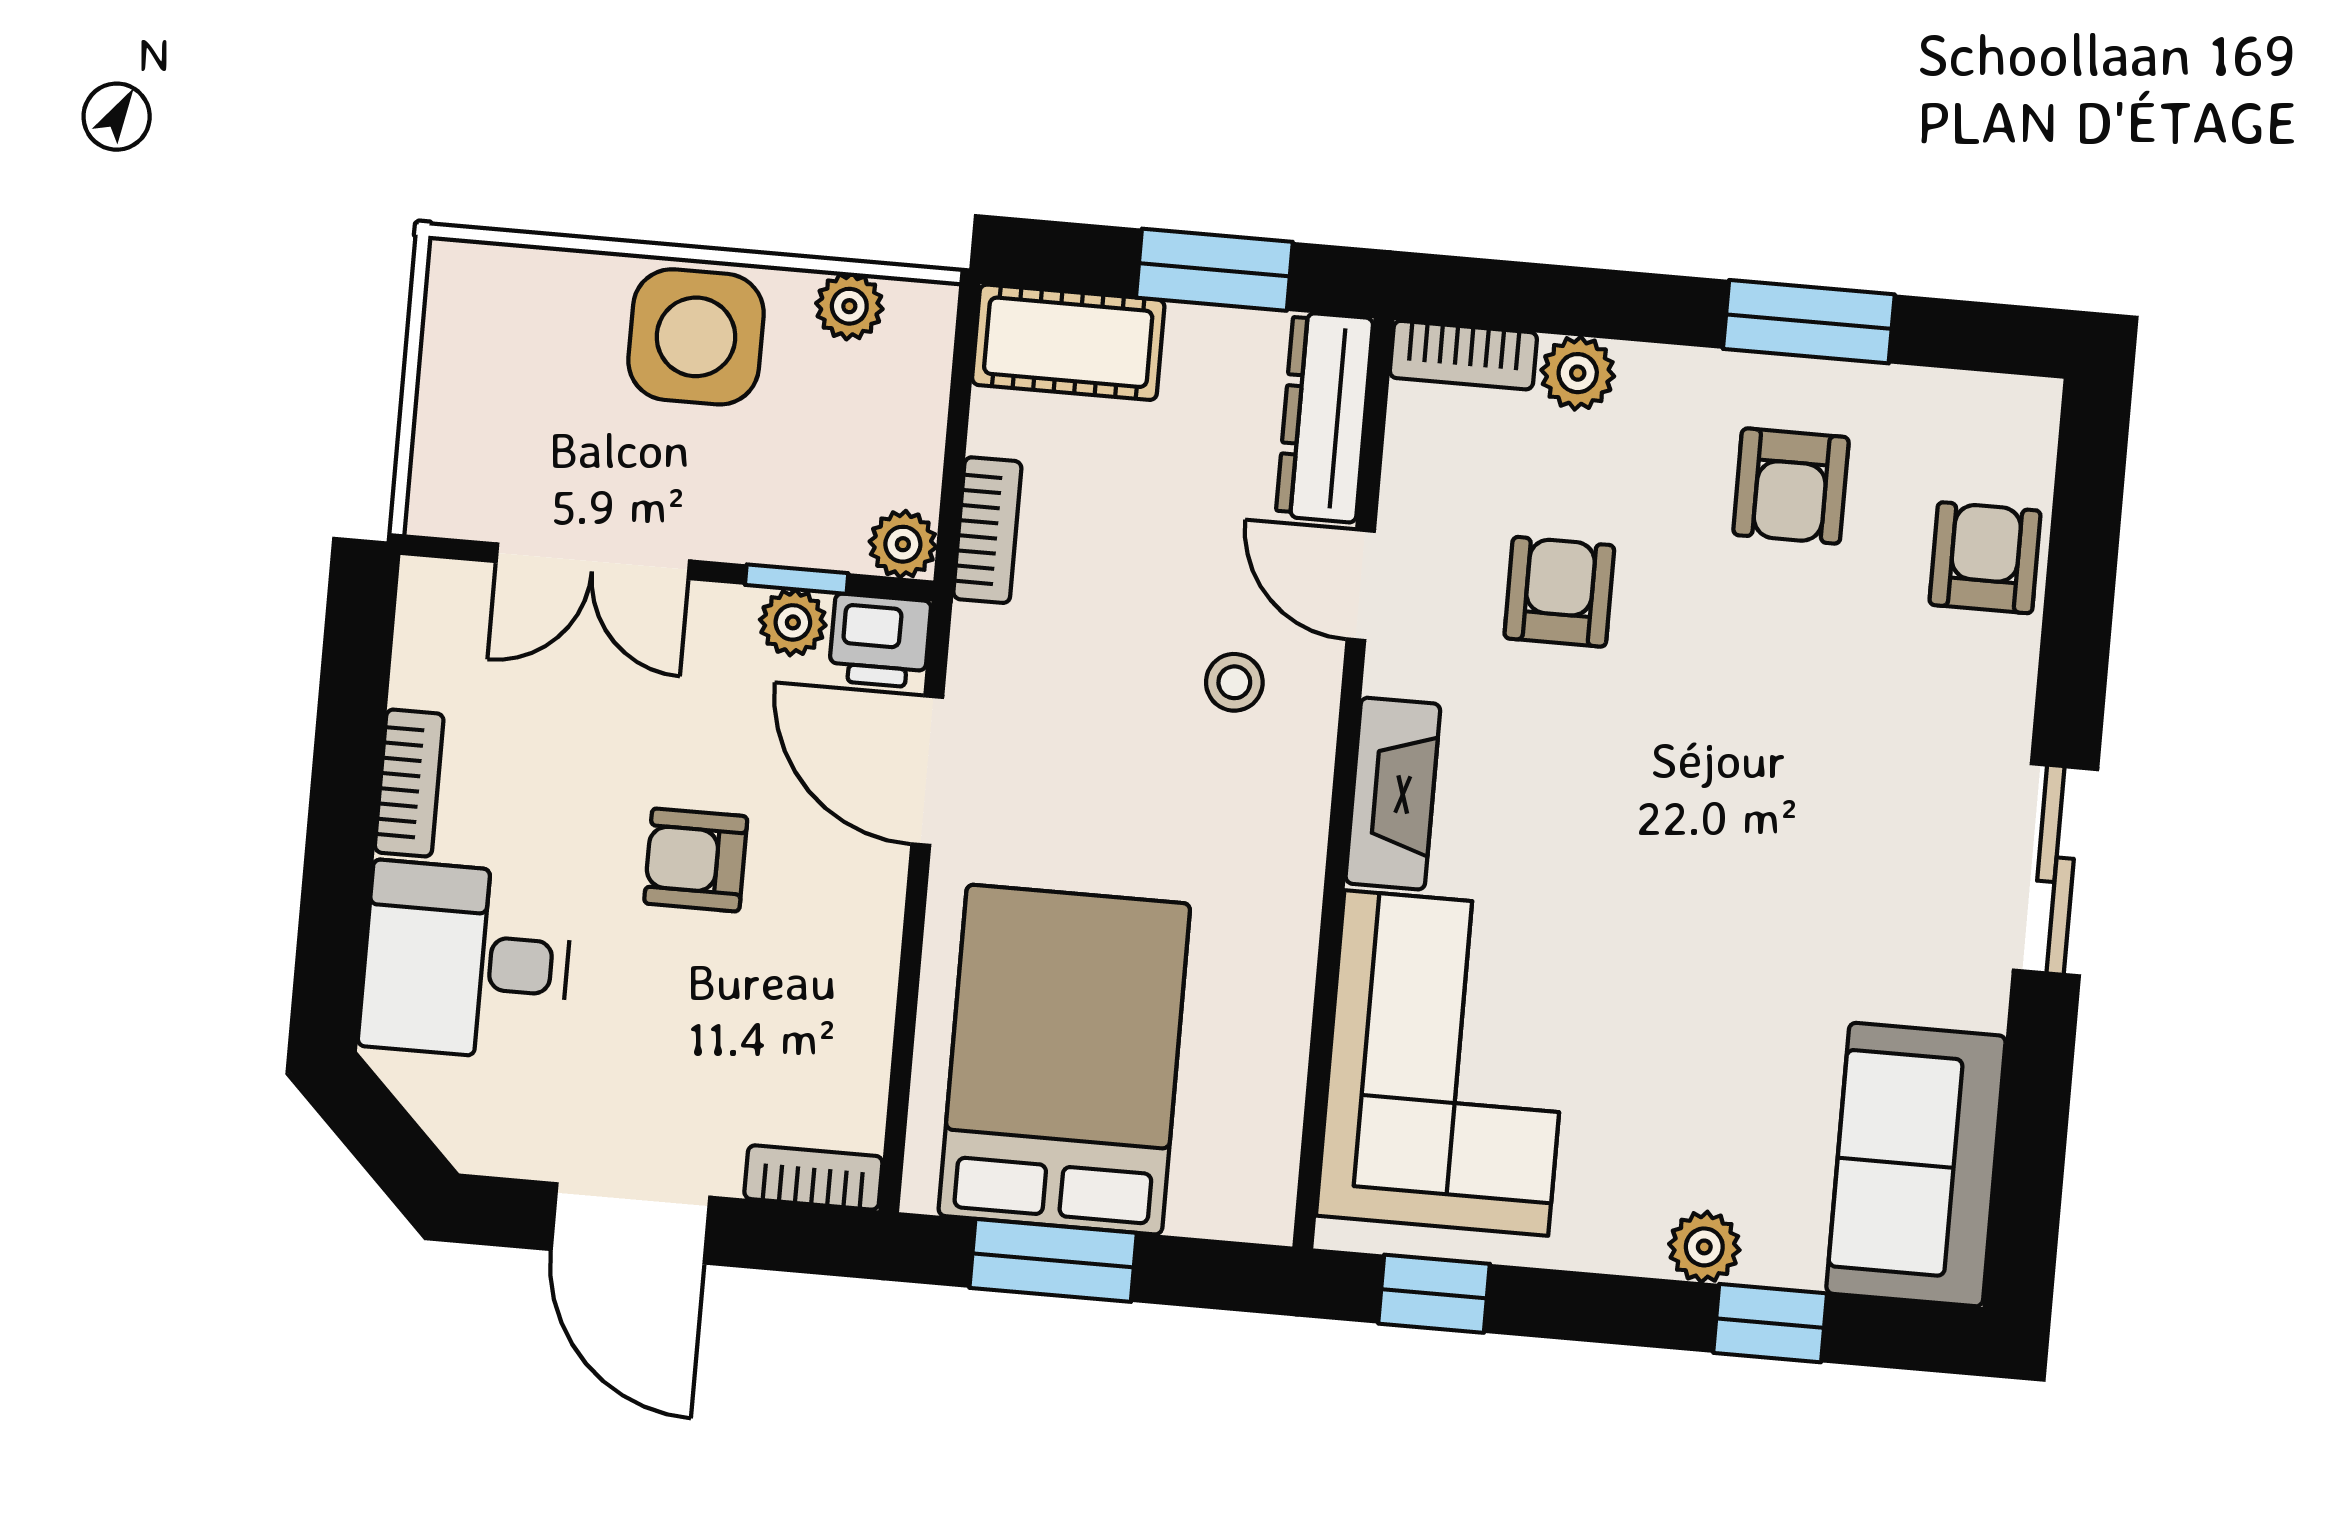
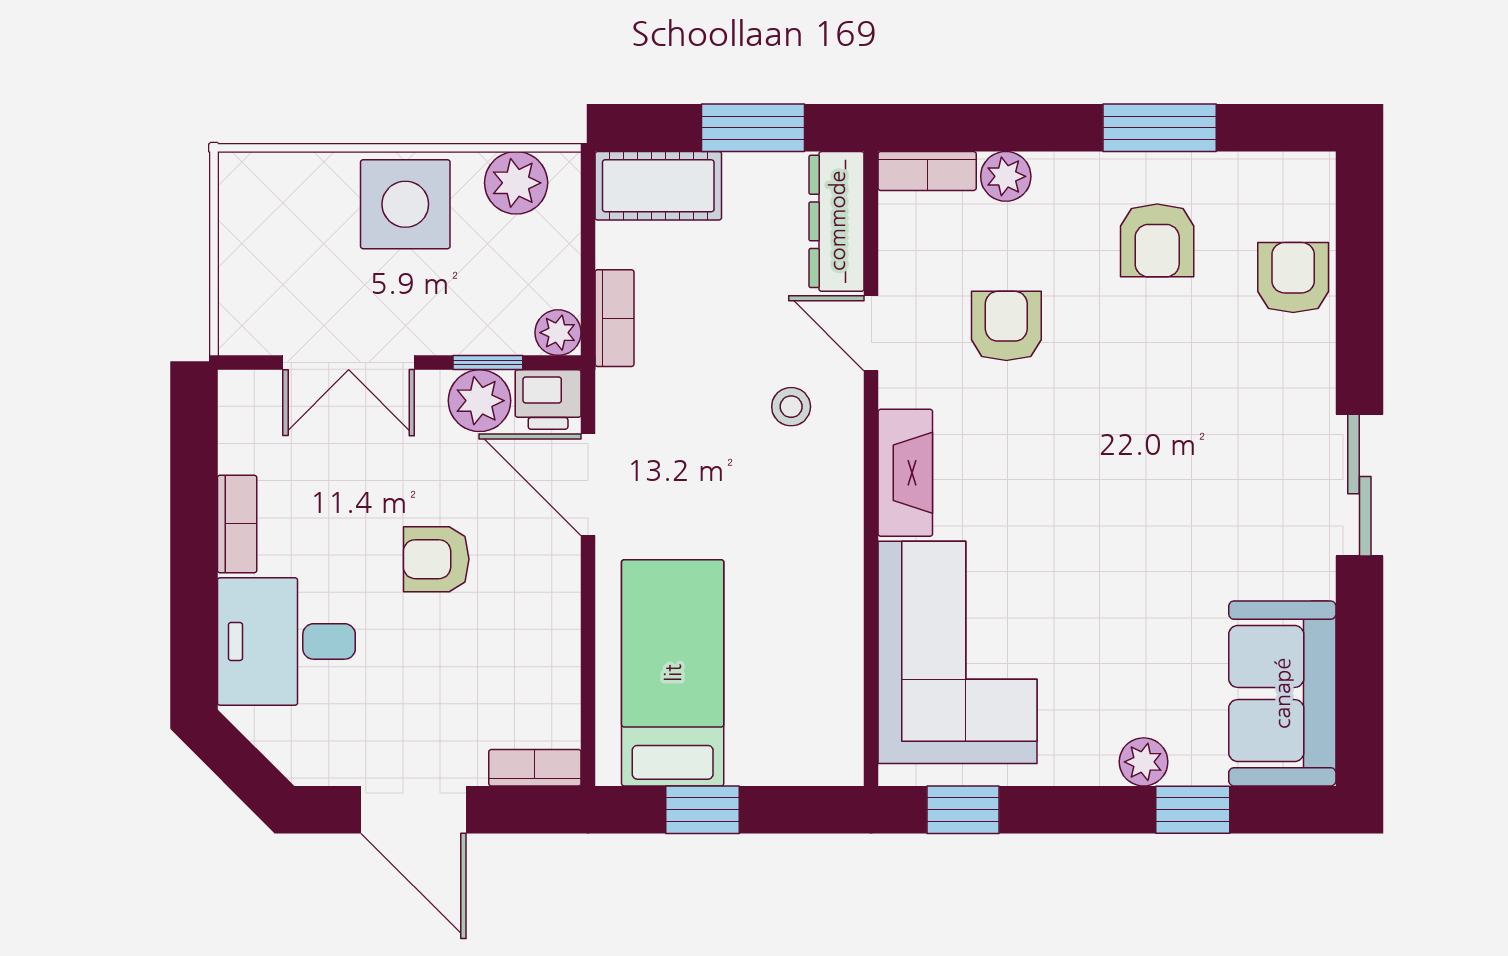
plant: (849, 306) -> (516, 183), width x1.38, depth x1.38
plant: (793, 622) -> (480, 401), width x1.38, depth x1.38
bed: (1064, 1060) -> (673, 673), width x0.67
window: (1053, 1260) -> (702, 810), width x0.67

